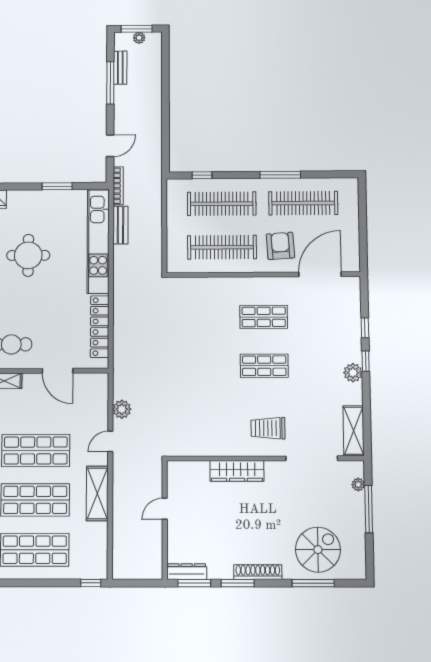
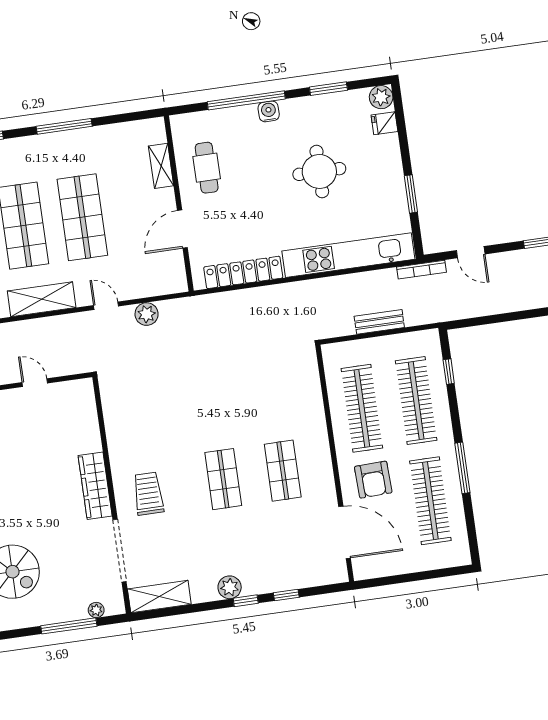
bench: (120, 225) -> (379, 322), moved
armchair: (280, 246) -> (373, 480), turned 92
wardrobe: (237, 471) -> (95, 486), moved

